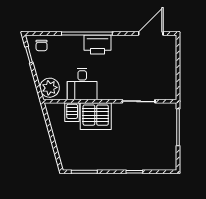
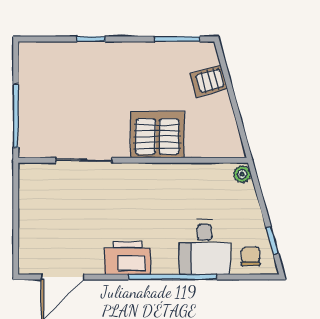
printer: (98, 45) -> (127, 258), moved
desk: (82, 84) -> (205, 247), moved, turned 180
plant: (50, 88) -> (242, 174), width x0.53, depth x0.53
server rack: (72, 112) -> (209, 81), moved, turned -106

